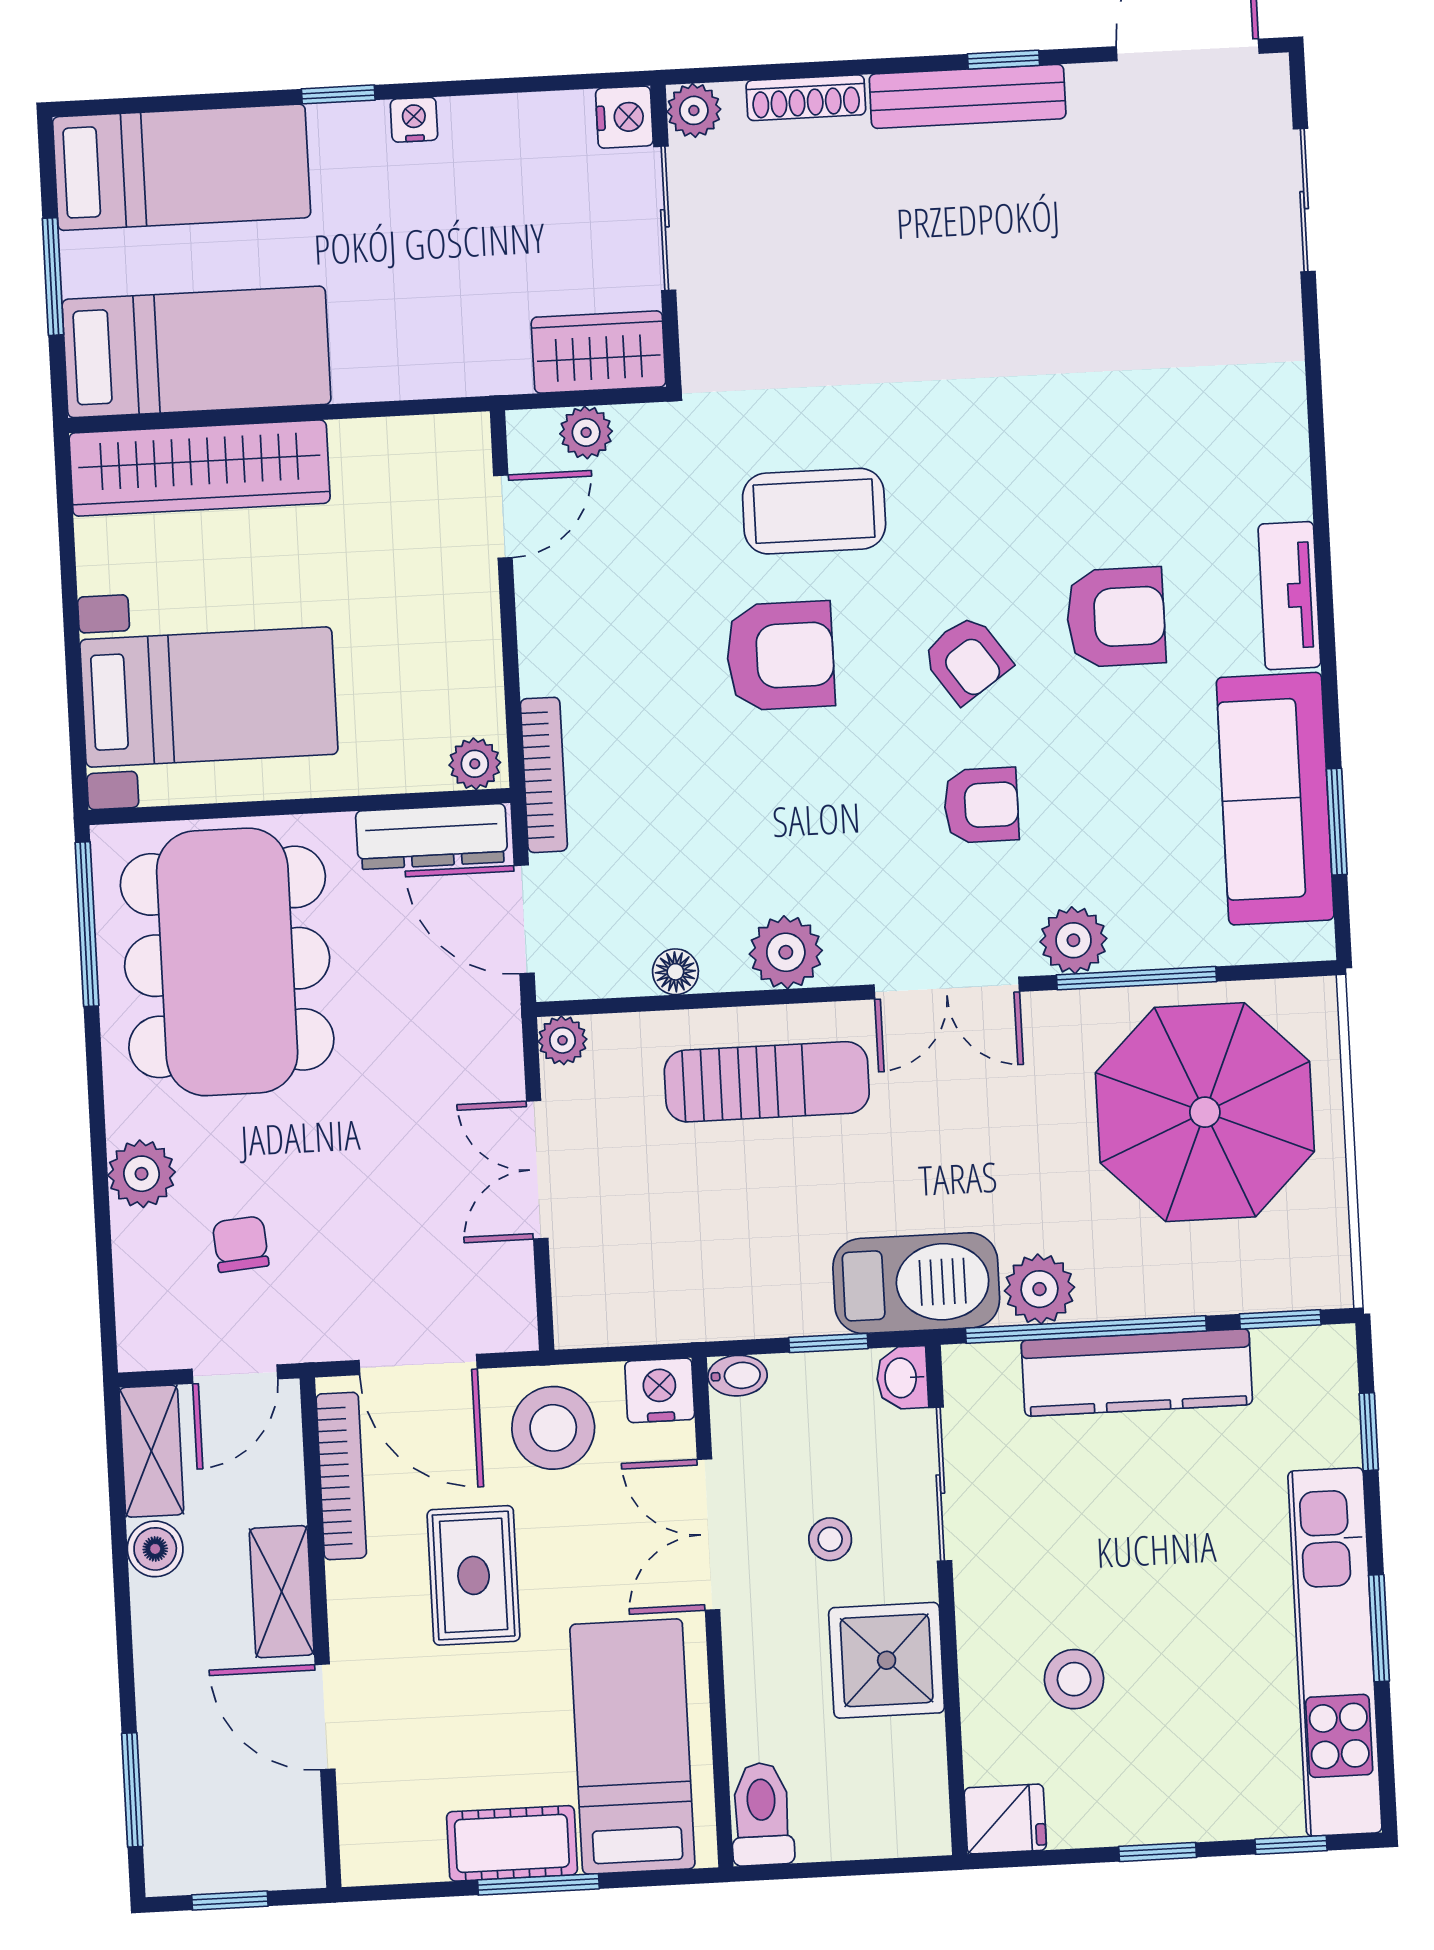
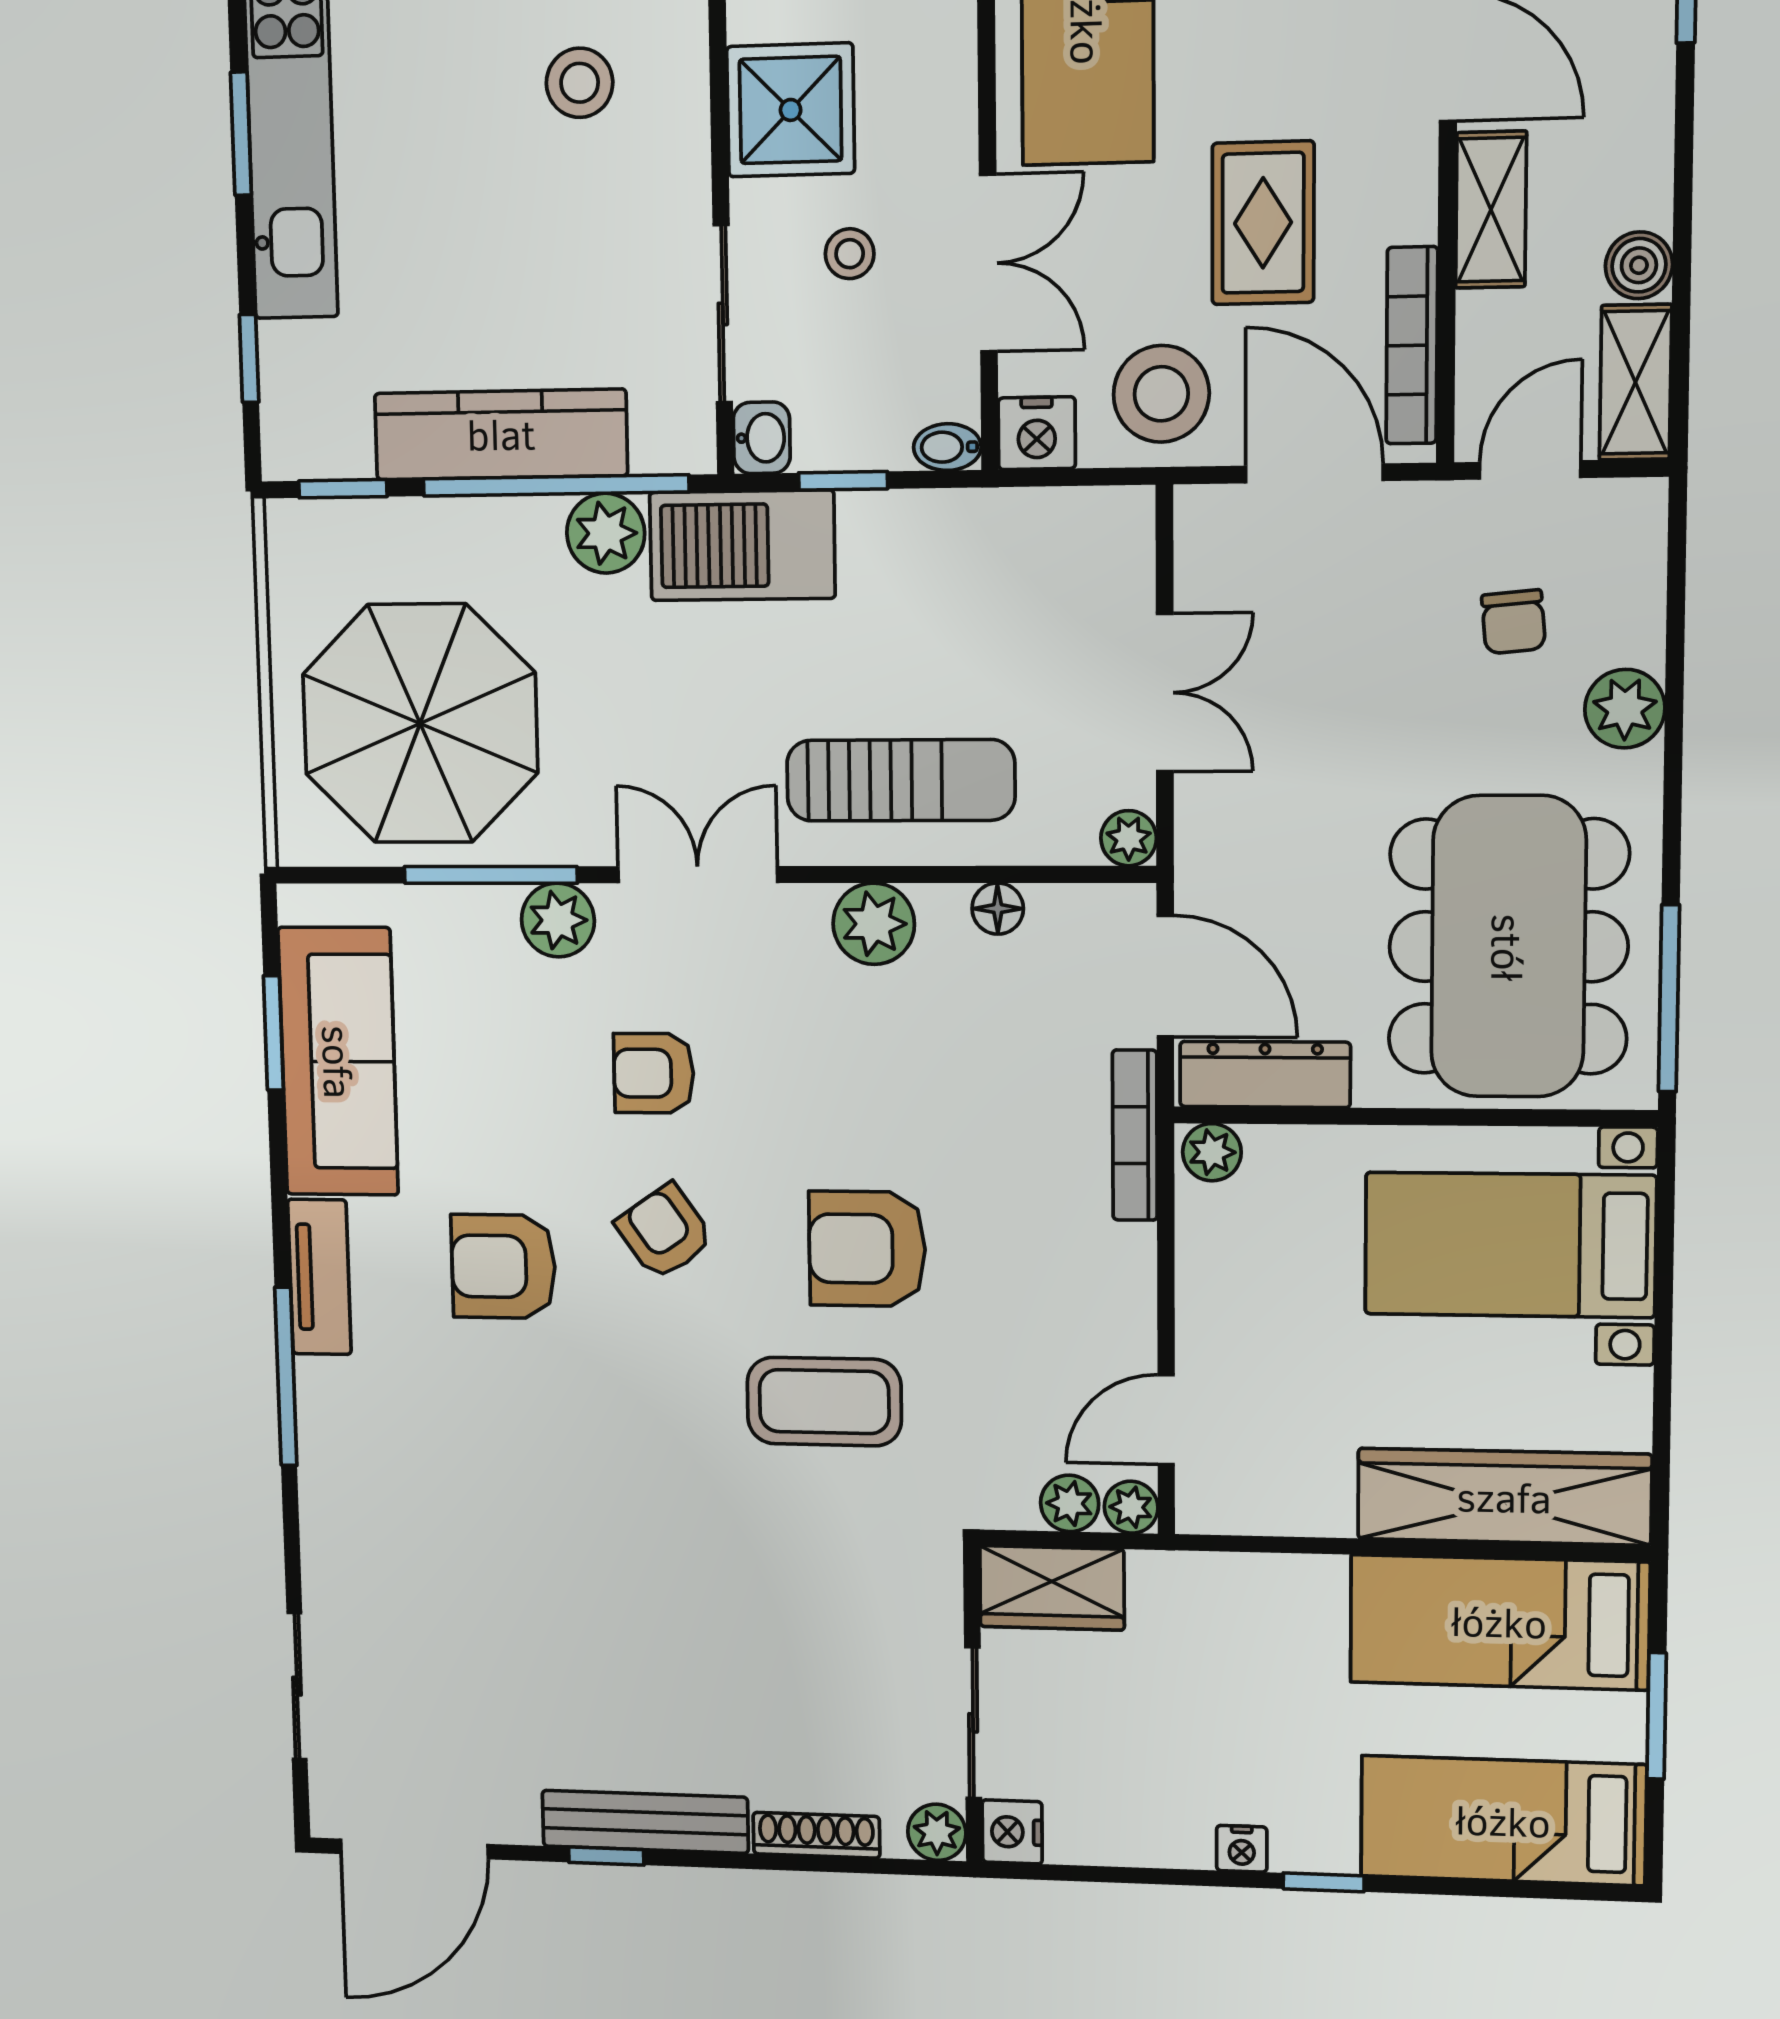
plant: (530, 433) -> (1131, 1507), added
window: (1320, 499) -> (286, 1376), added
sun lounger: (767, 1082) -> (901, 780), turned 180

